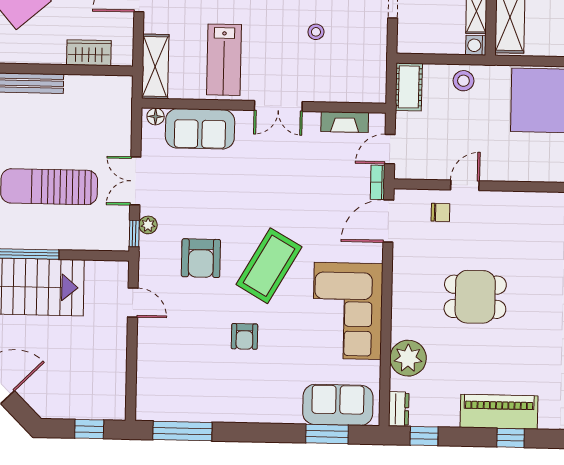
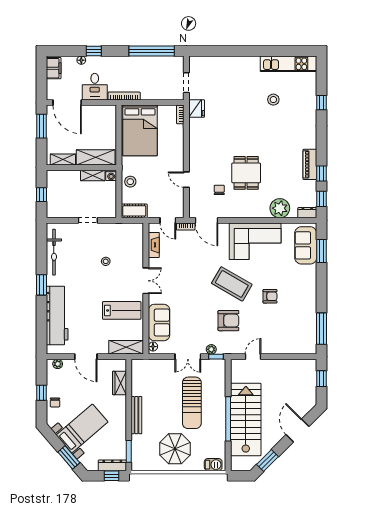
chair: (440, 212) -> (219, 190), moved
piano: (499, 412) -> (310, 164), width x0.73, depth x0.75
window: (511, 438) -> (321, 173), moved

